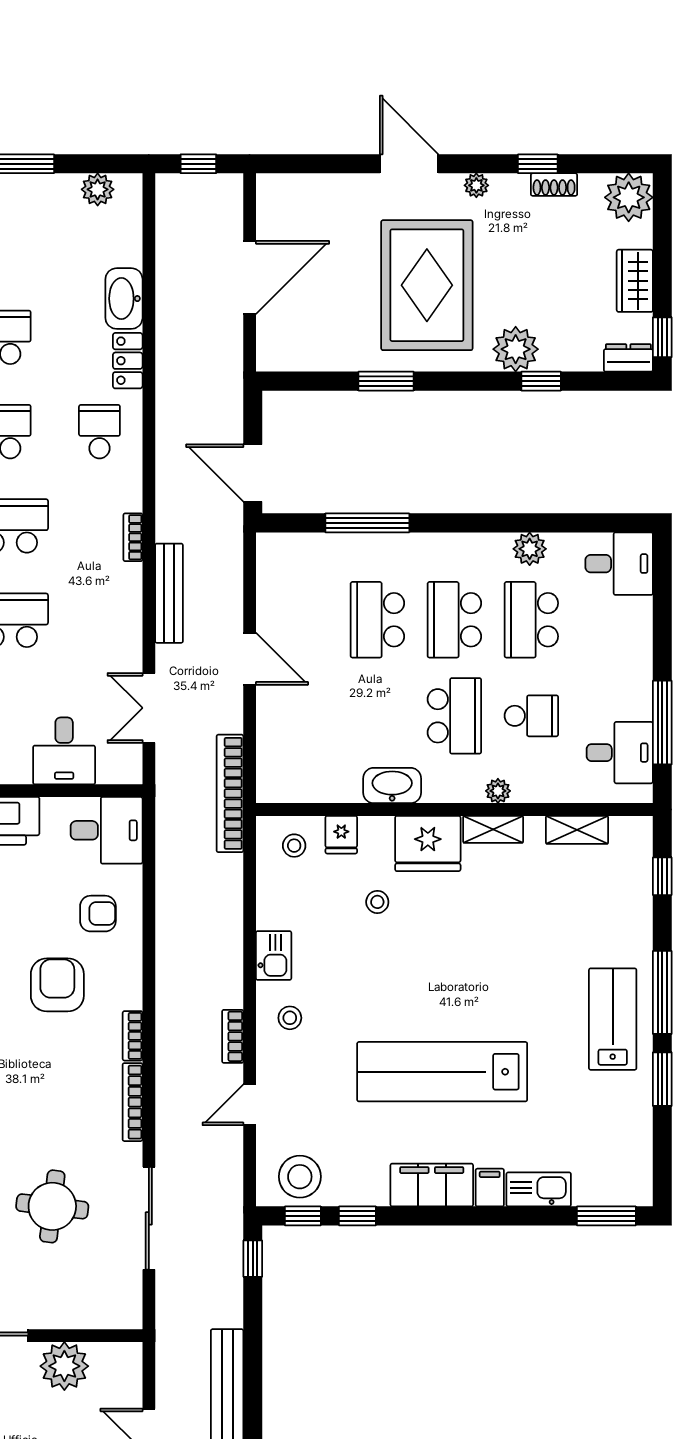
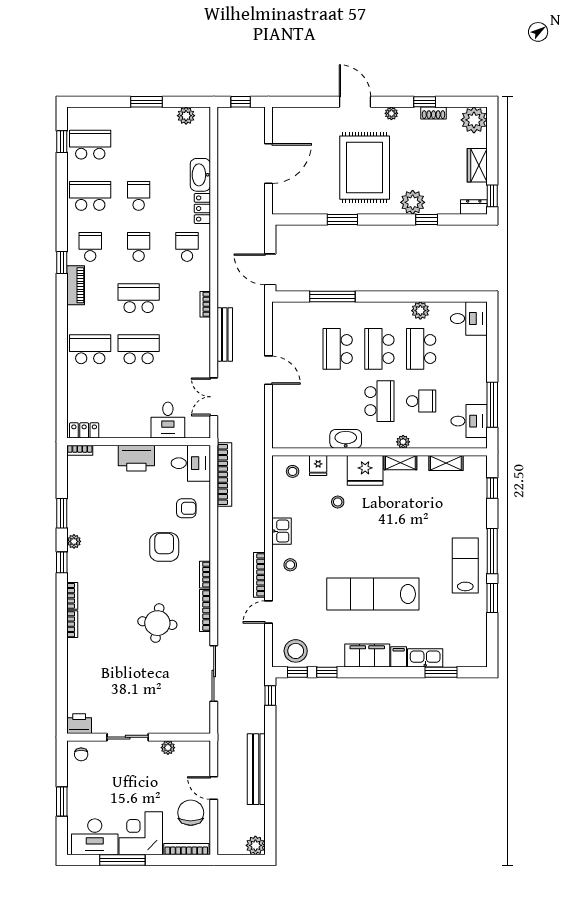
bookcase: (230, 793) -> (224, 475), moved, turned 180
bookcase: (233, 1036) -> (259, 575), width x1.56
round table: (52, 1206) -> (157, 623), moved
window: (606, 1216) -> (441, 672), moved
plant: (64, 1366) -> (168, 748), width x0.53, depth x0.53

